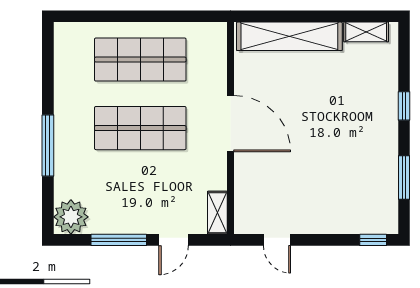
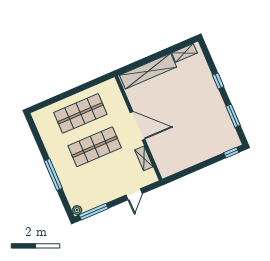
shelving: (217, 213) -> (144, 158), moved
plant: (71, 217) -> (77, 210), width x0.53, depth x0.53
window: (119, 240) -> (94, 212), moved
door: (277, 240) -> (184, 173), removed

